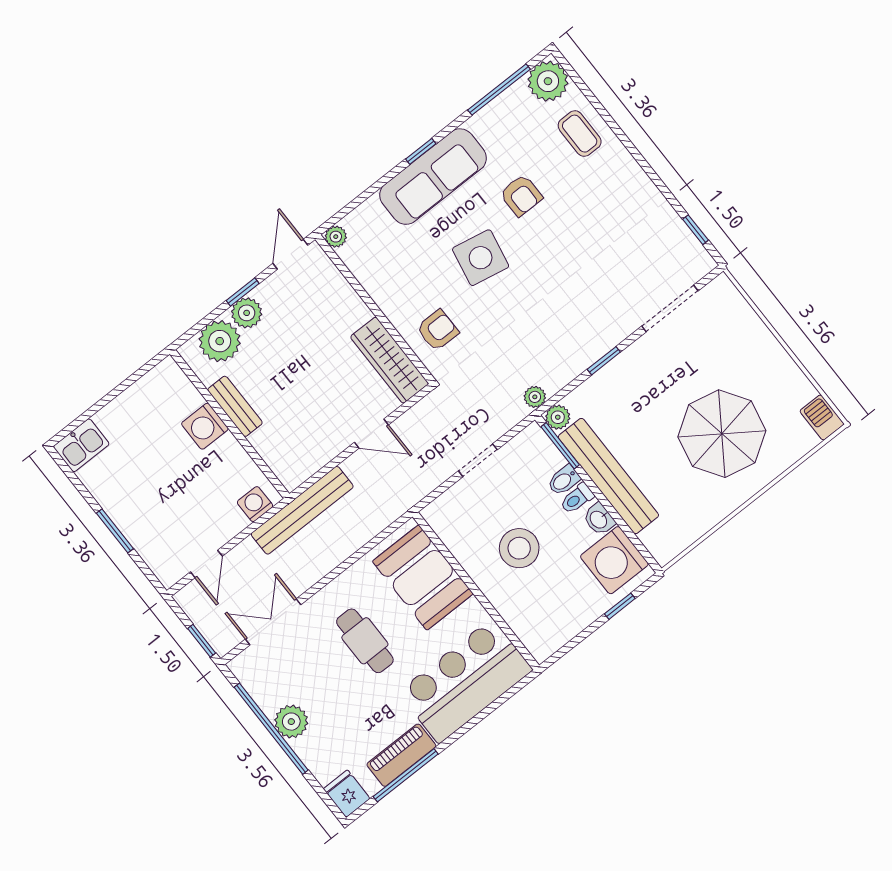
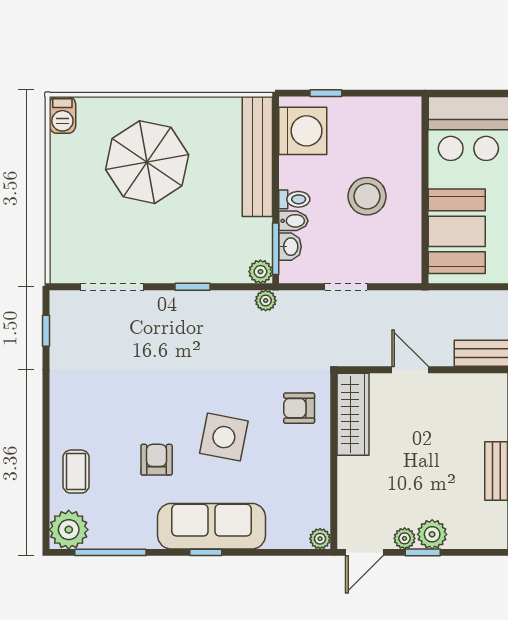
plant: (220, 341) -> (405, 538), moved, width x0.53, depth x0.53
bench: (608, 476) -> (257, 157), moved
washbasin: (599, 519) -> (290, 247), moved

